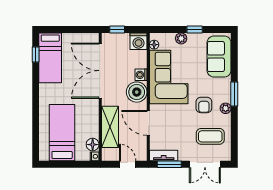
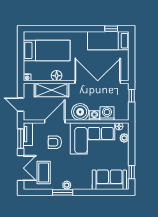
window: (195, 30) -> (132, 172), moved
plant: (181, 38) -> (124, 138), moved
washing machine: (139, 41) -> (107, 113), moved, turned 90
window: (234, 94) -> (63, 192), moved
armchair: (204, 105) -> (55, 142), moved
floor lamp: (93, 145) -> (57, 76), moved
door: (128, 164) -> (21, 105), swing flipped
double door: (205, 164) -> (21, 168), swing flipped

